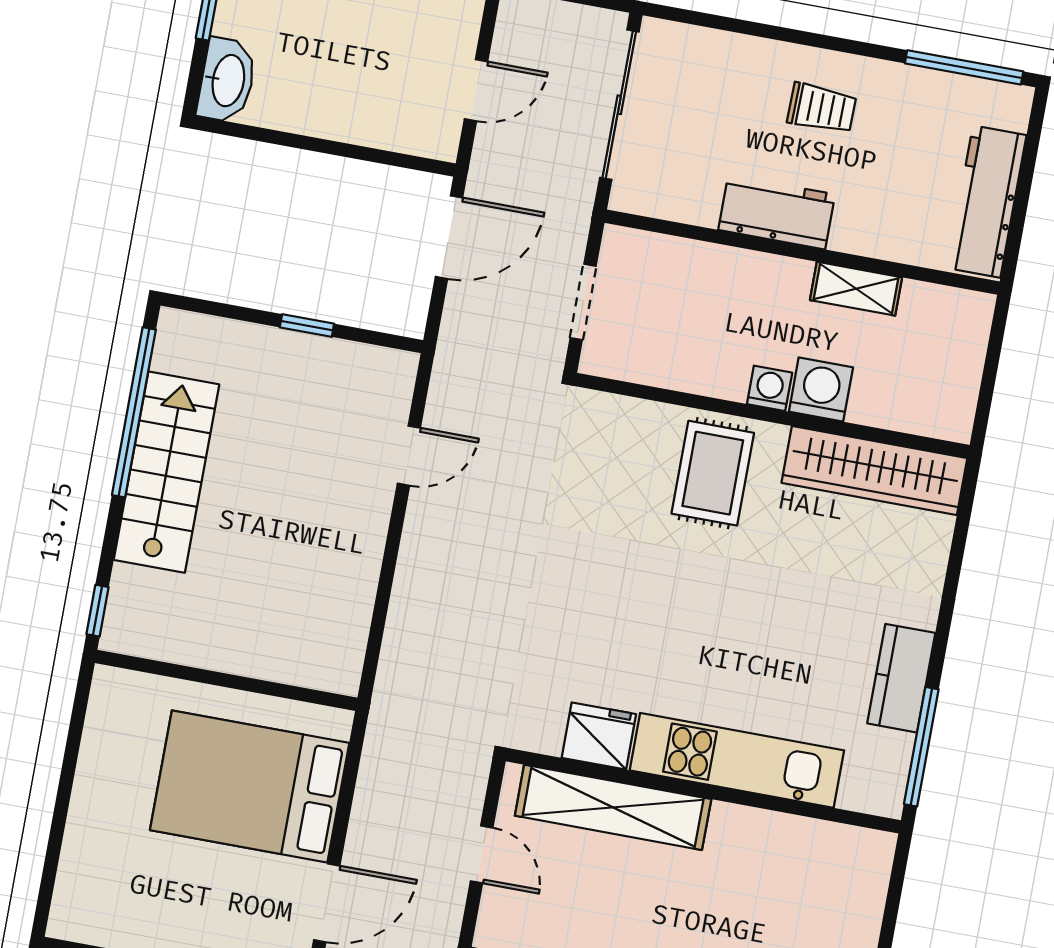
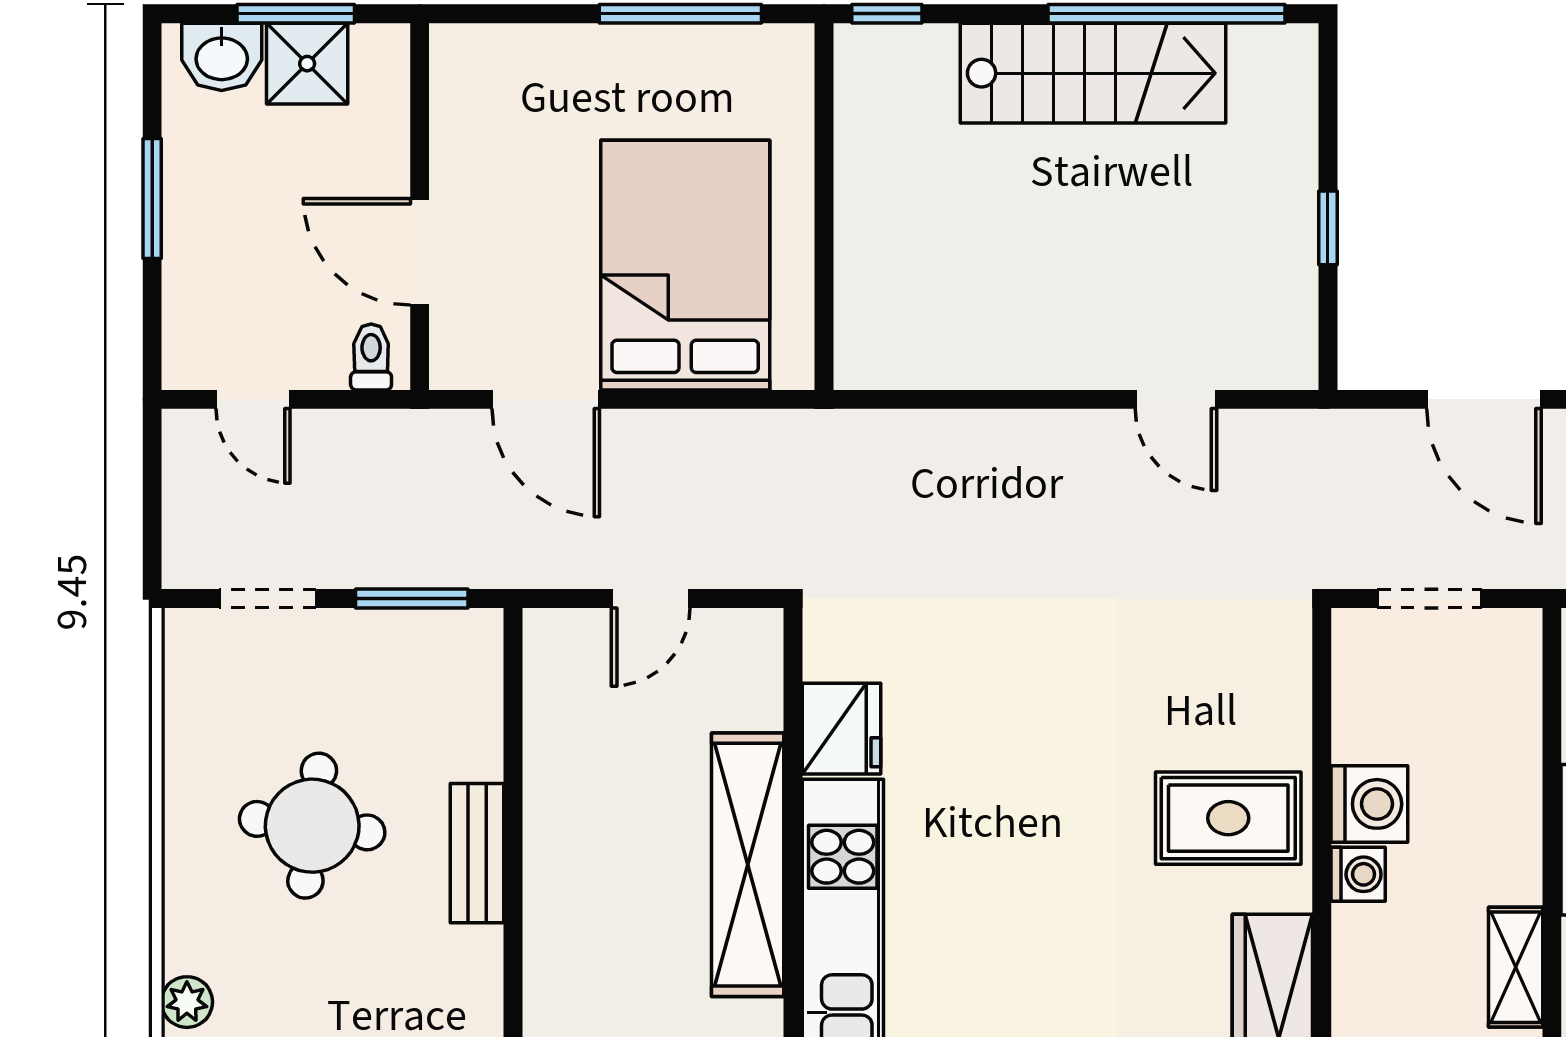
washing machine: (821, 390) -> (1369, 804), moved
window: (71, 757) -> (680, 14), added
shelving: (613, 807) -> (748, 865), moved

